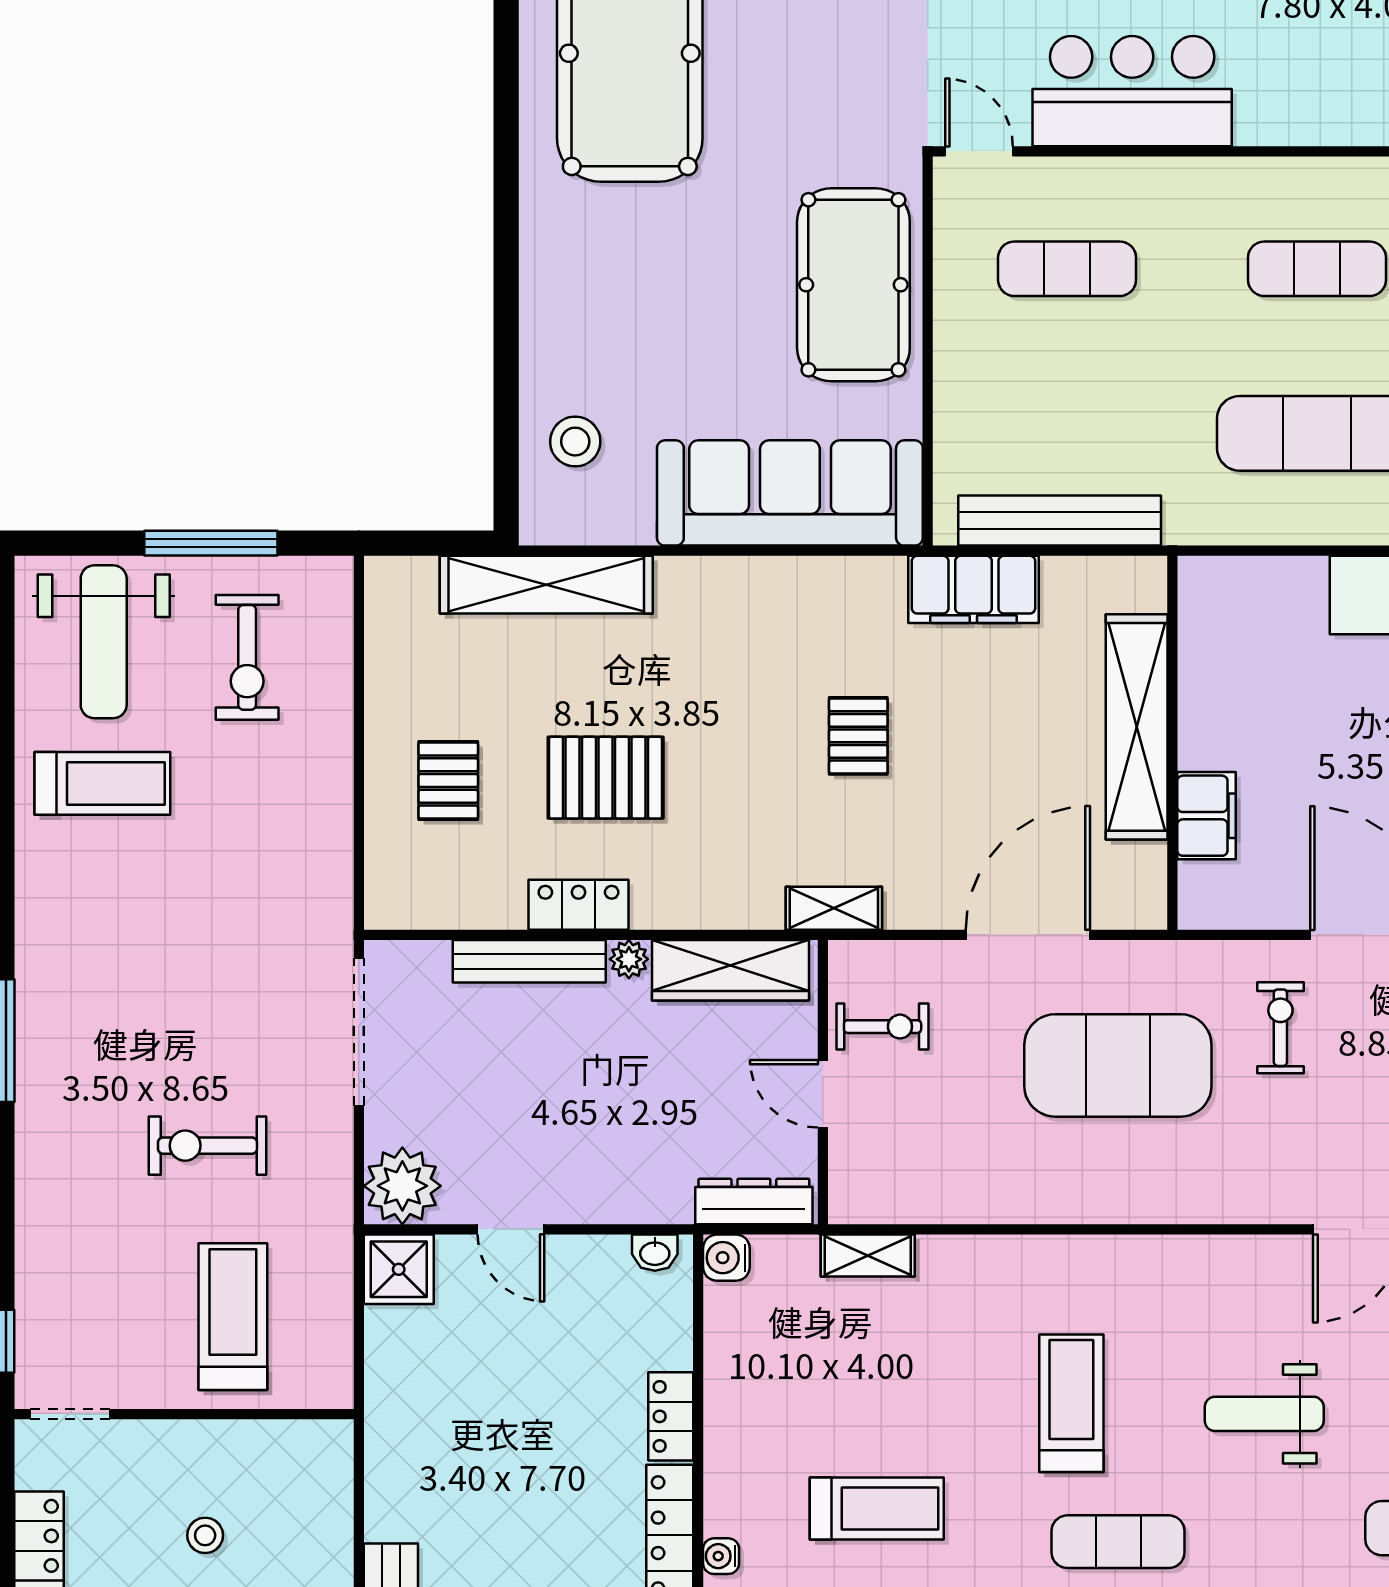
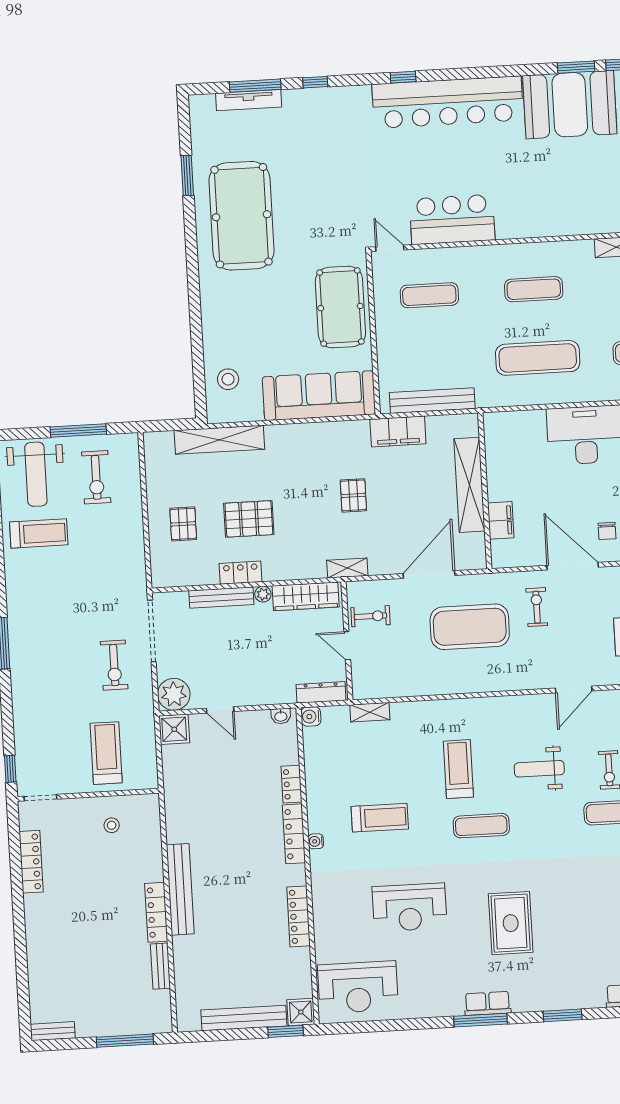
exercise bike: (207, 1146) -> (114, 665), moved, turned -90
stool: (205, 1535) -> (112, 825), moved

